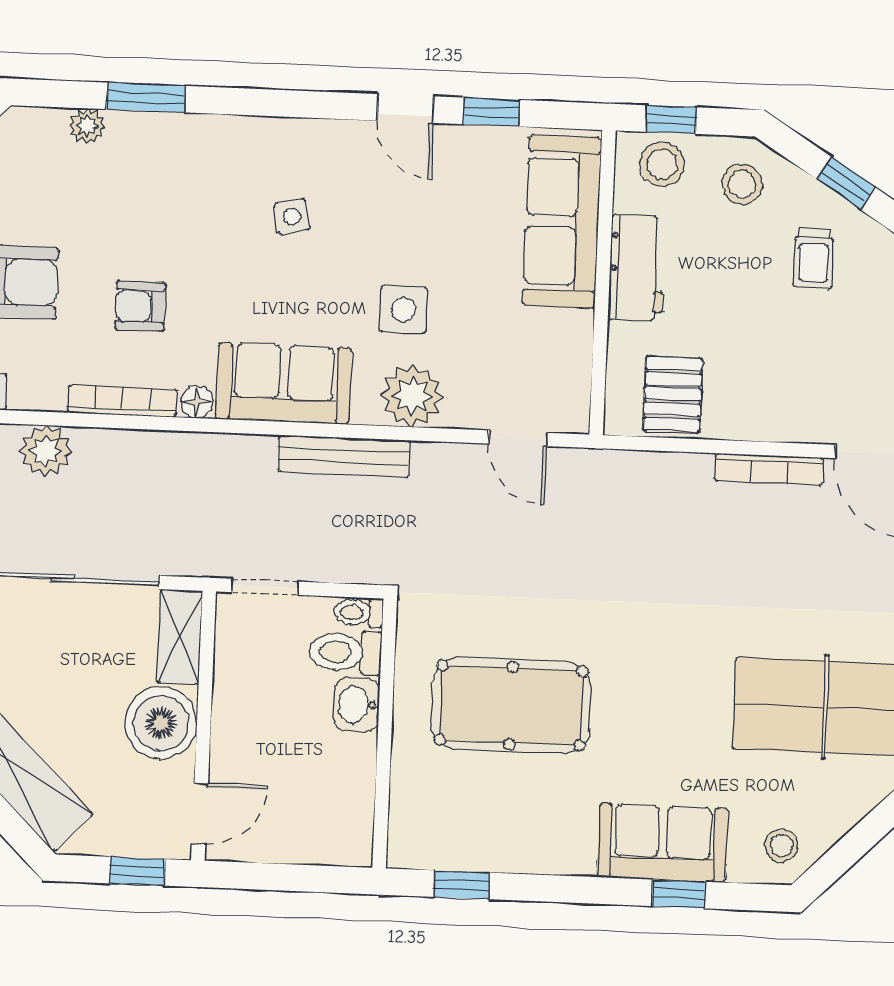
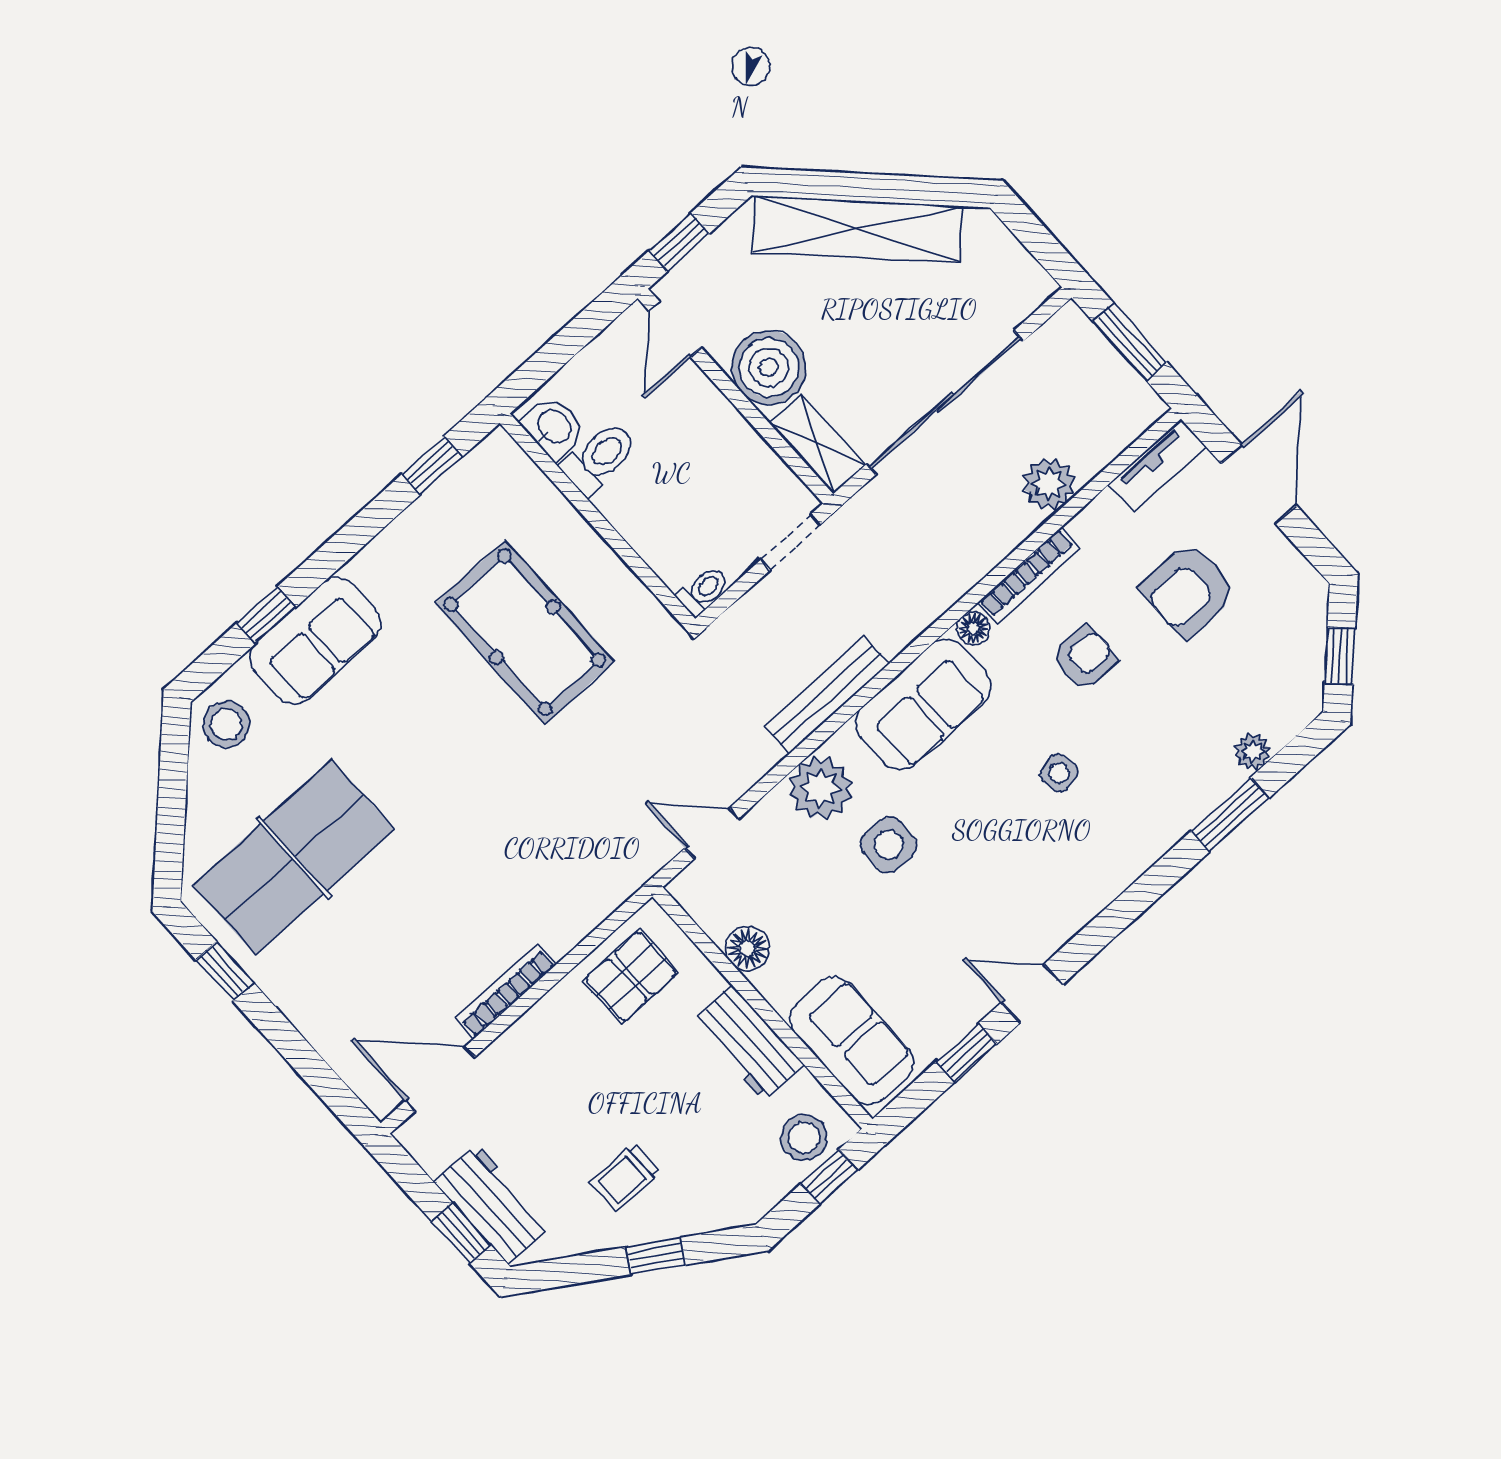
stool: (742, 184) -> (731, 1180), removed
side table: (292, 216) -> (1059, 773), moved
sofa: (562, 221) -> (852, 1041), width x0.73
trolley: (814, 259) -> (625, 1177), turned -90
floor lamp: (572, 334) -> (747, 948), added
pallet: (673, 394) -> (631, 977), turned 90
toilet: (346, 652) -> (599, 458), moved
washbasin: (356, 705) -> (554, 427), moved
pool table: (511, 706) -> (525, 632), turned 90
stool: (781, 846) -> (226, 724), width x1.37, depth x1.37

